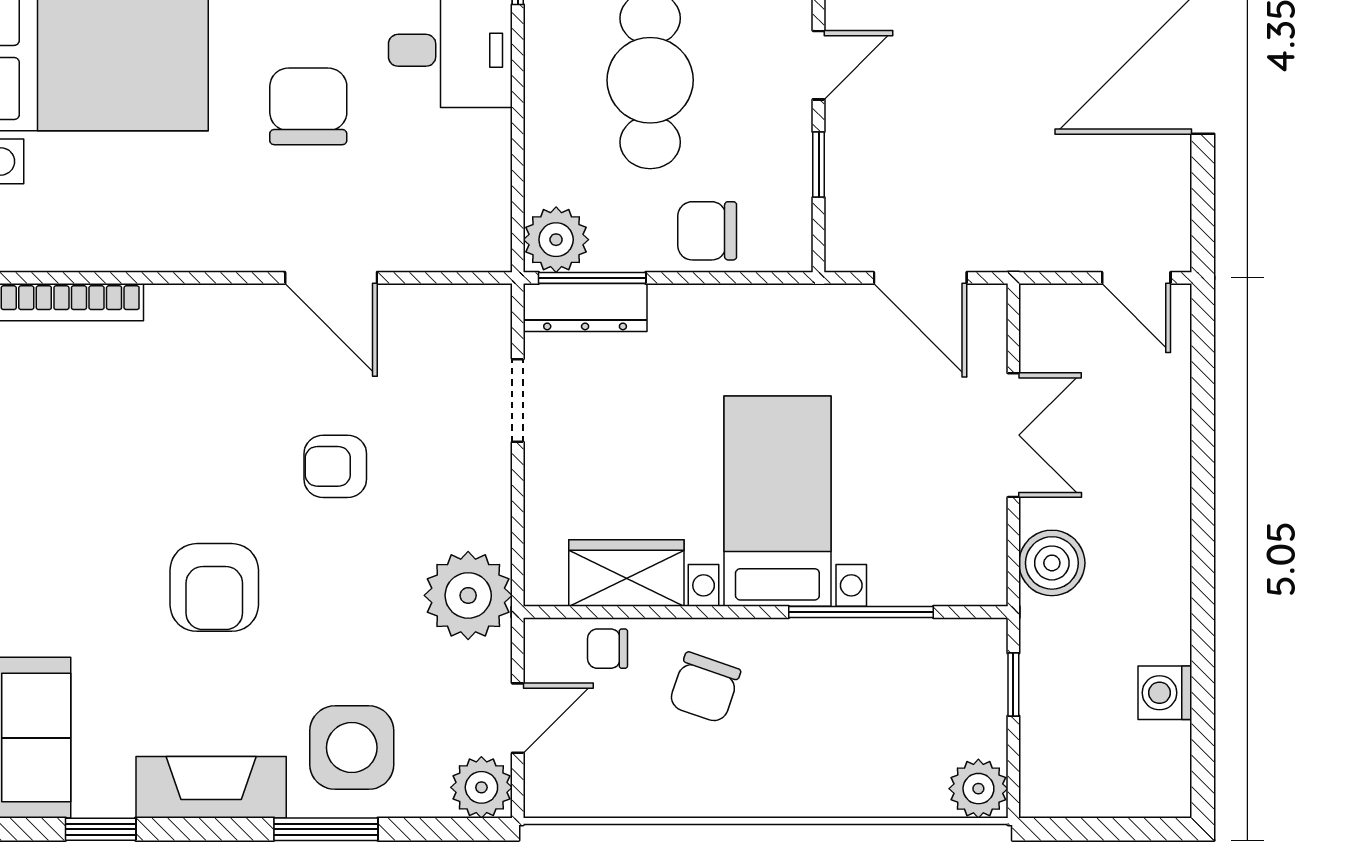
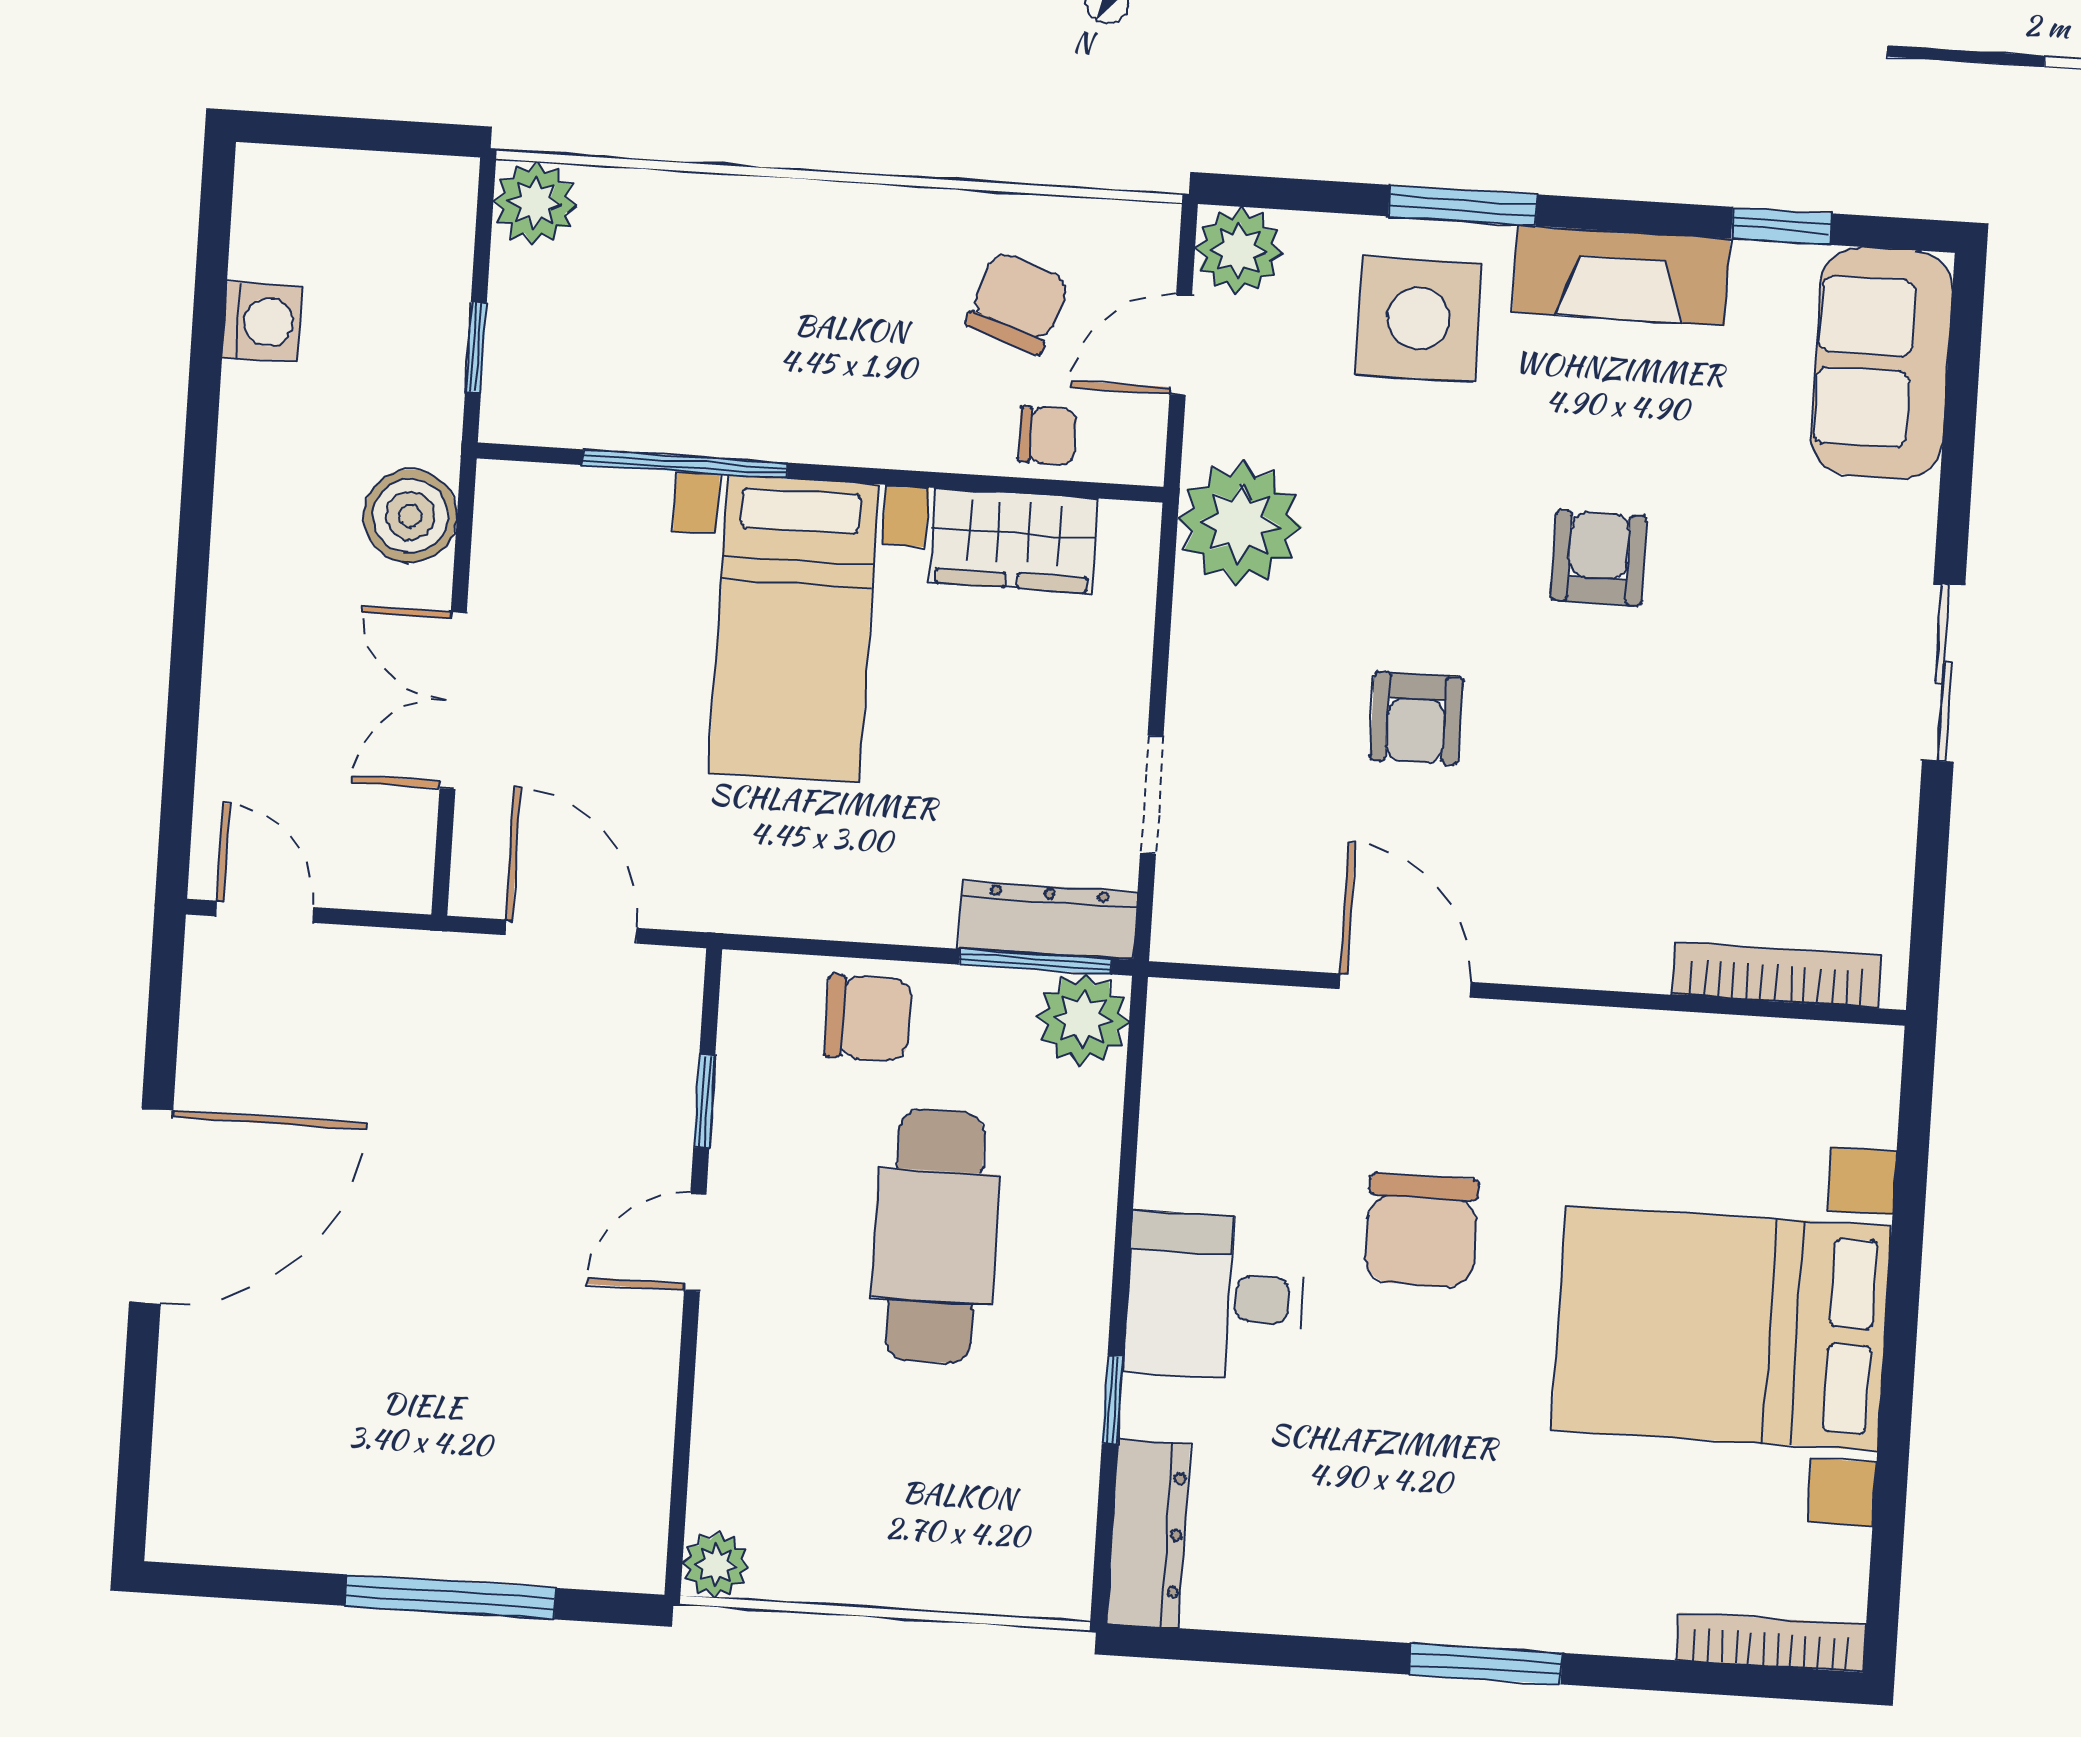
armchair: (335, 466) -> (1416, 718), turned 90
armchair: (214, 587) -> (1599, 558), width x0.72, depth x0.72
chair: (705, 688) -> (1018, 303), moved

